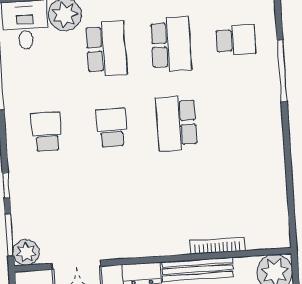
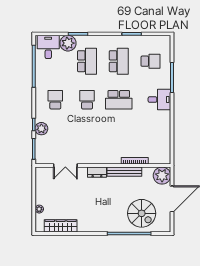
desk: (259, 117) -> (159, 100), added
school desk: (176, 123) -> (119, 100), turned -90
plant: (26, 252) -> (41, 129), moved

